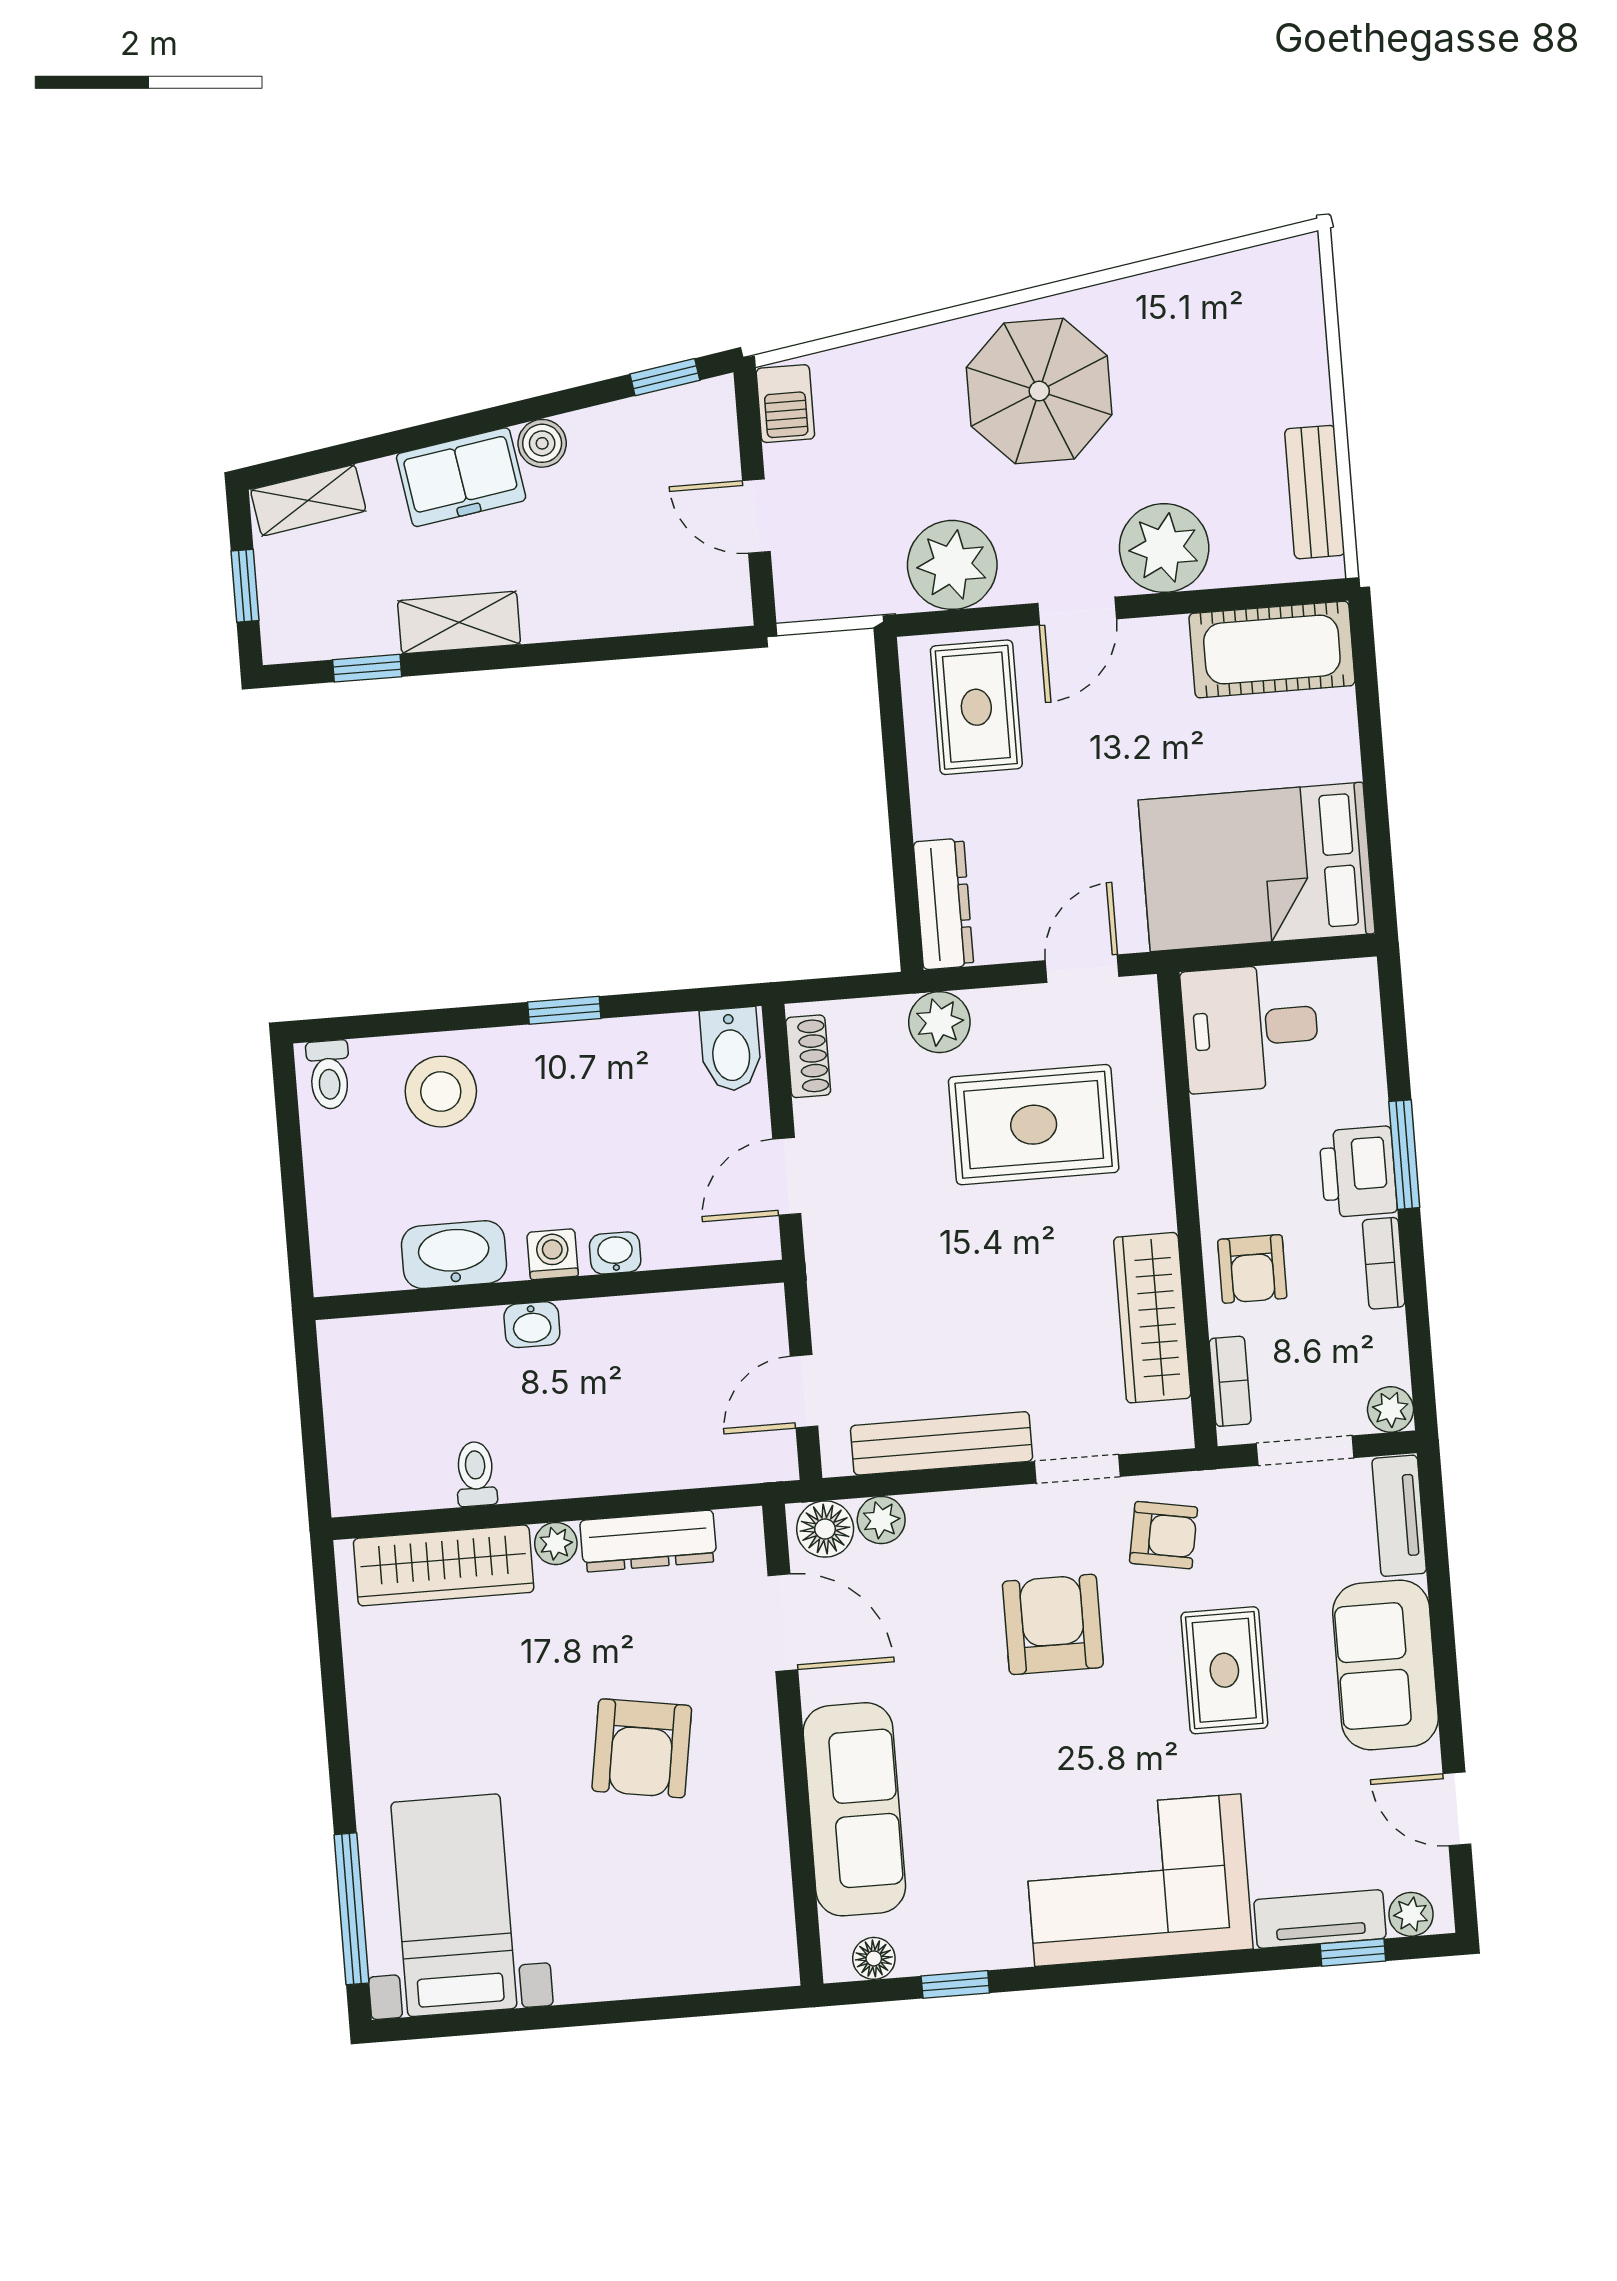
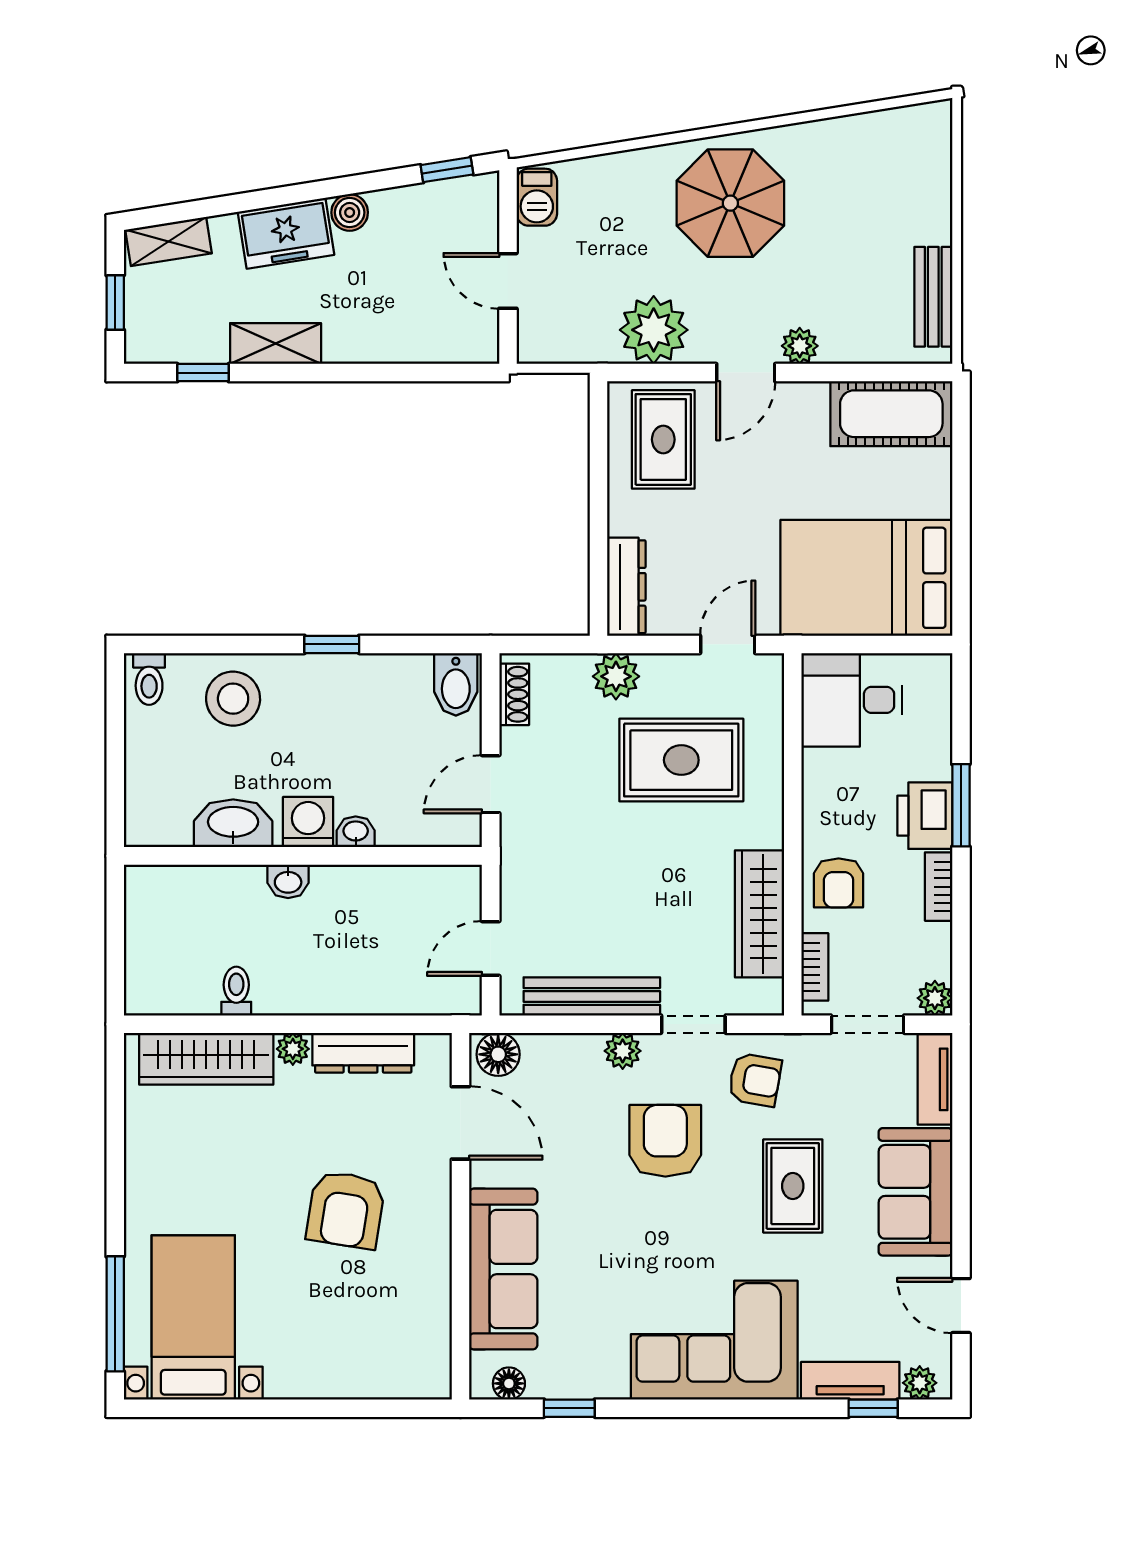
plant: (1164, 548) -> (800, 346), width x0.53, depth x0.53
washing machine: (553, 1254) -> (308, 822), width x1.38, depth x1.38
plant: (881, 1520) -> (623, 1051), moved

